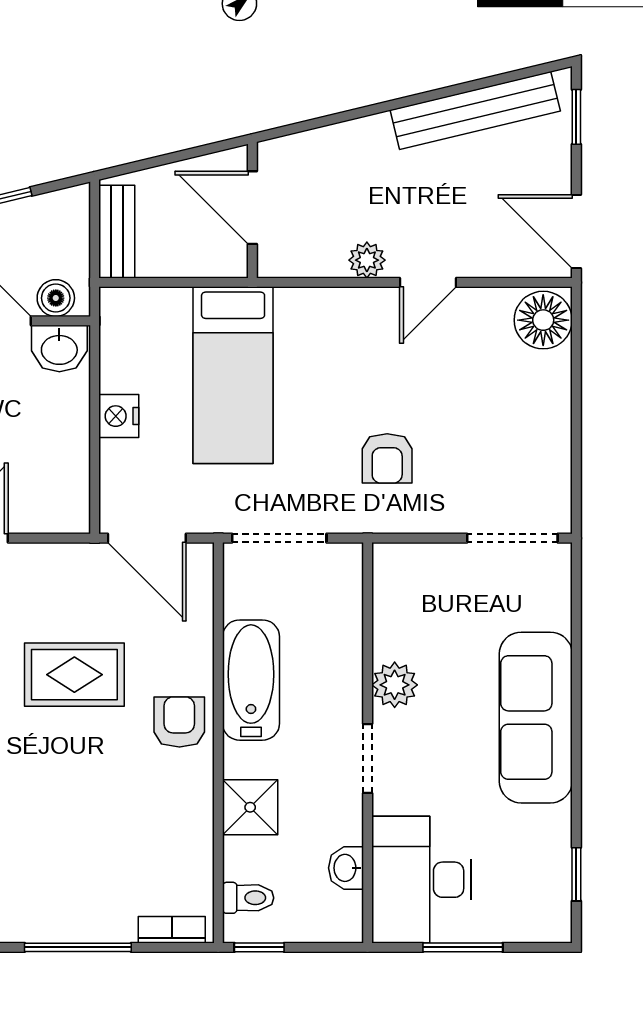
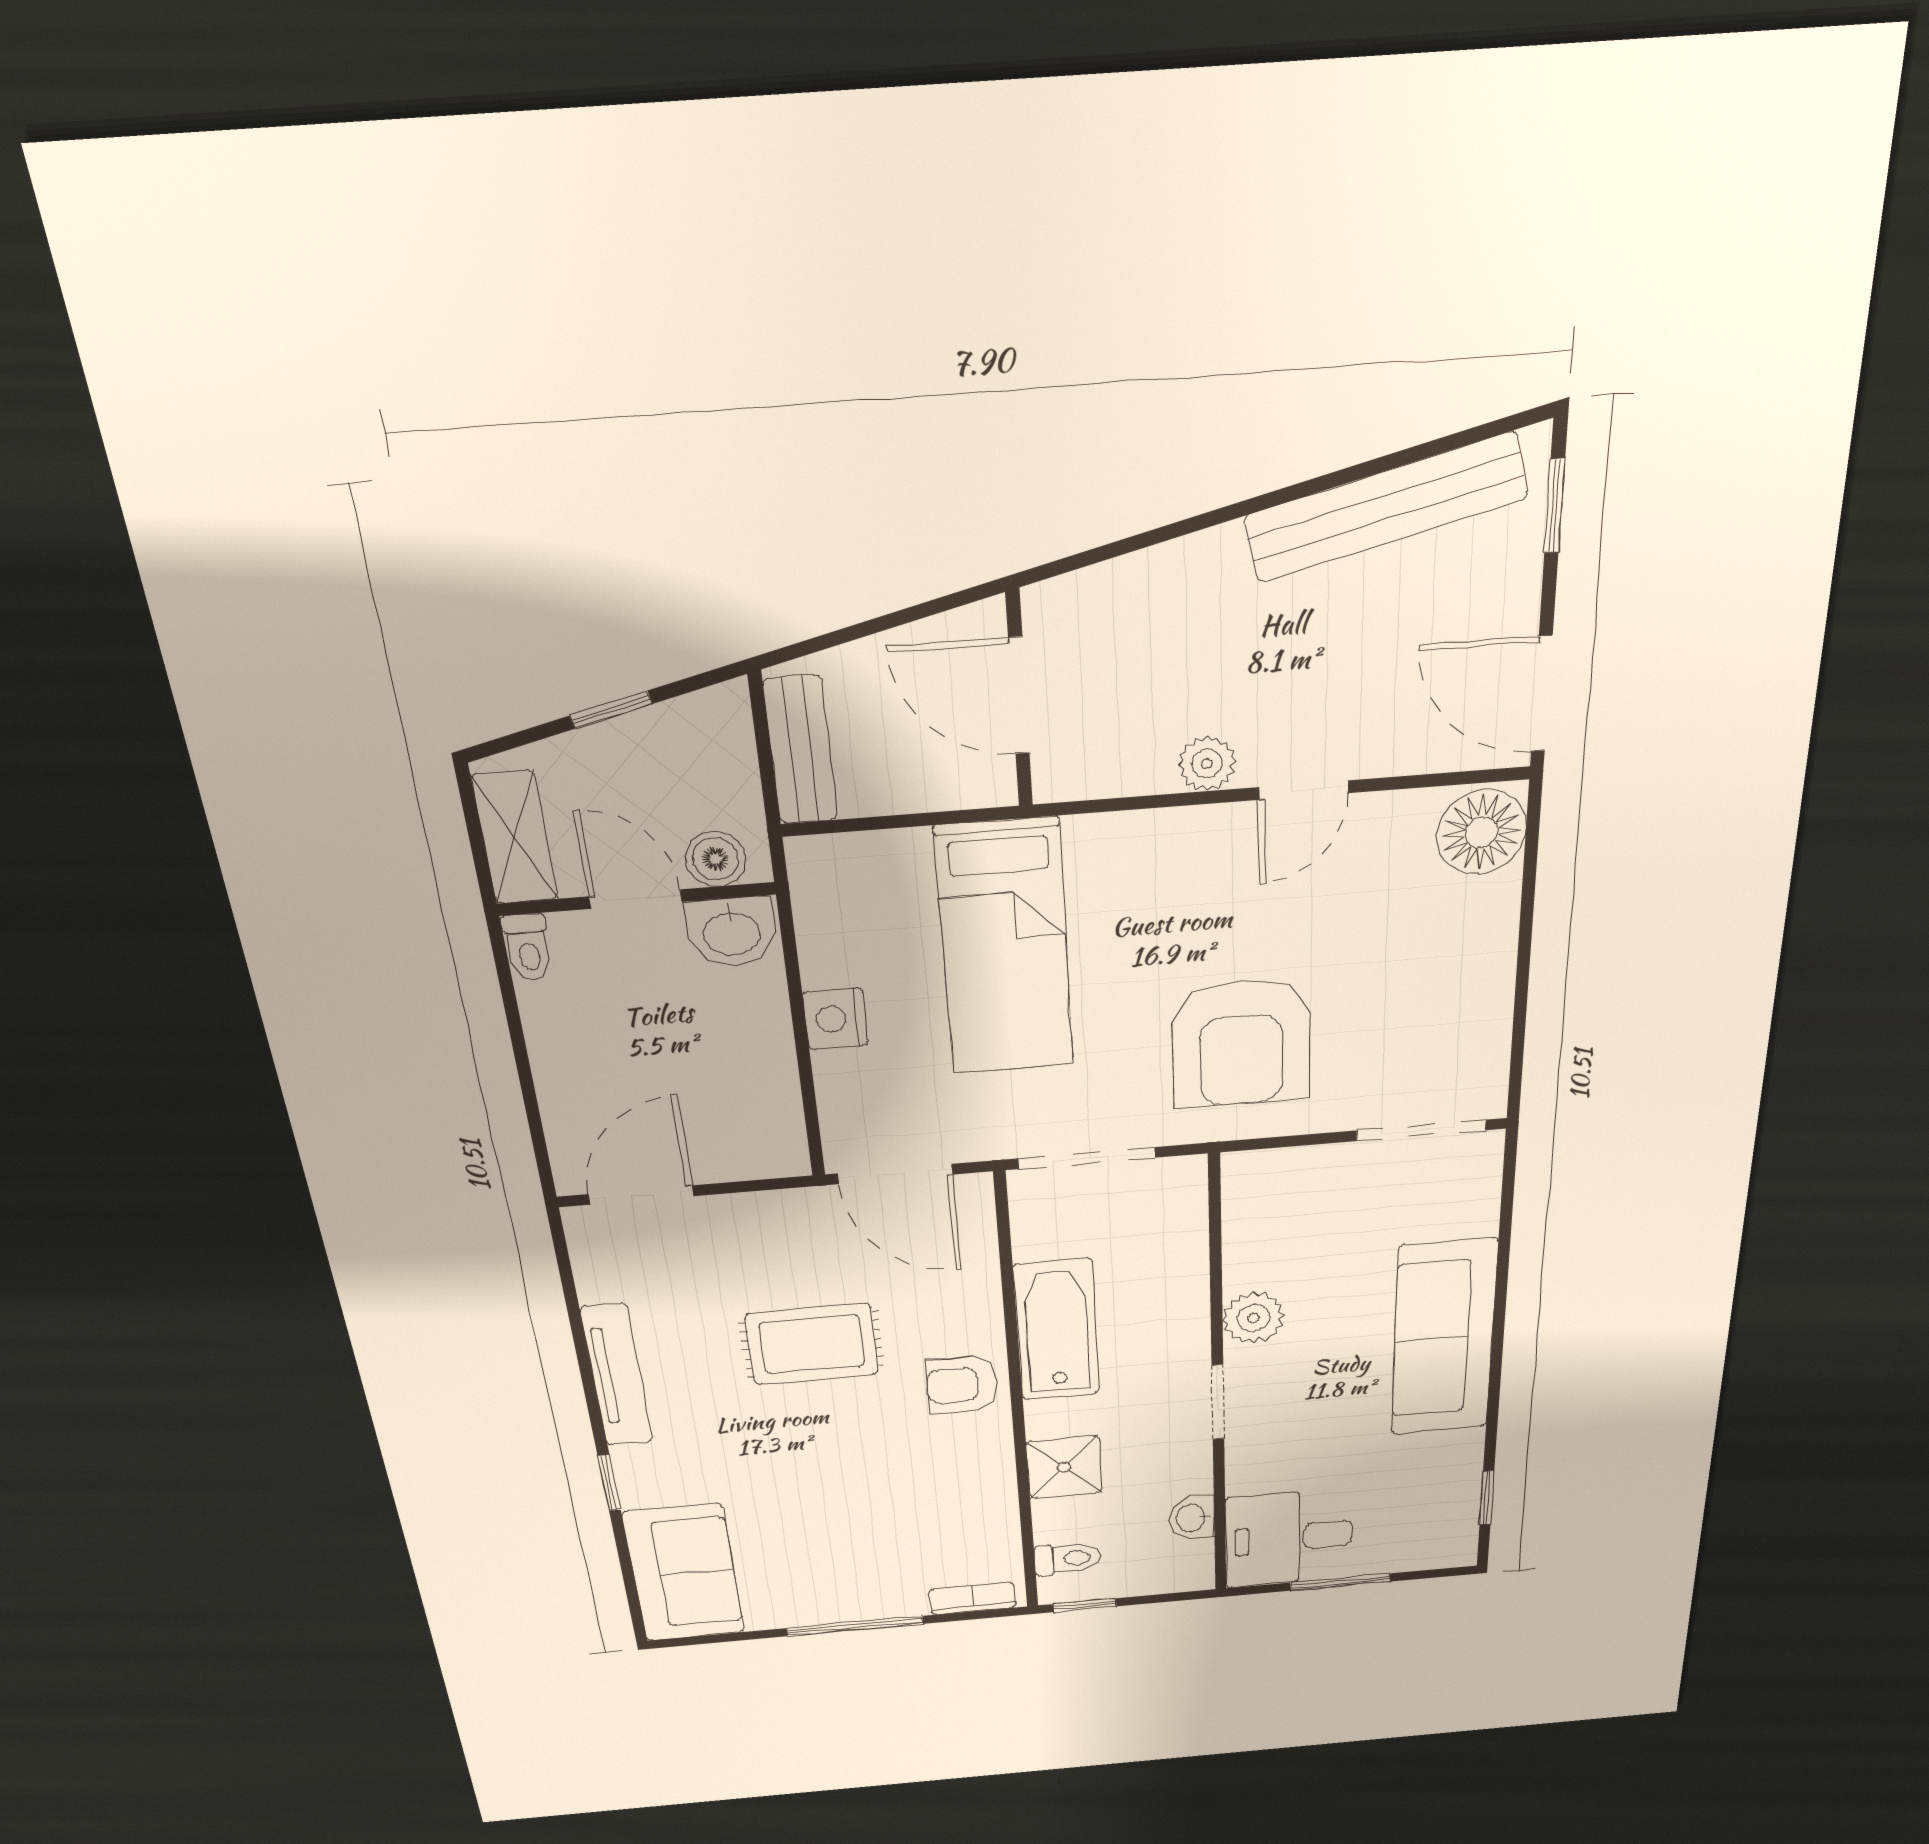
armchair: (387, 458) -> (1241, 1043), width x1.88, depth x1.88
armchair: (179, 722) -> (962, 1385), turned -90
desk: (422, 880) -> (1289, 1538), width x0.73

